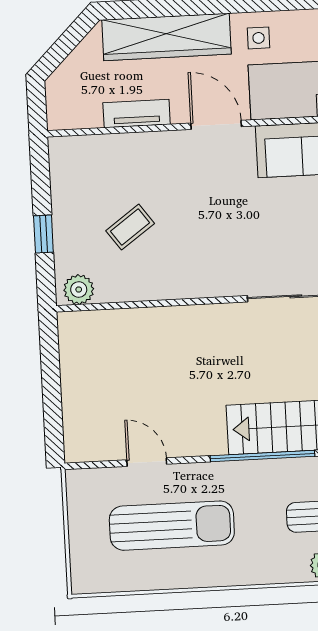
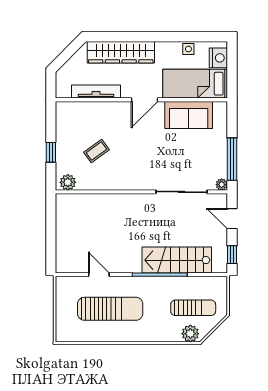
side table: (259, 38) -> (188, 49), moved
tv unit: (137, 114) -> (96, 92), width x1.41
door: (216, 125) -> (144, 100), swing flipped

